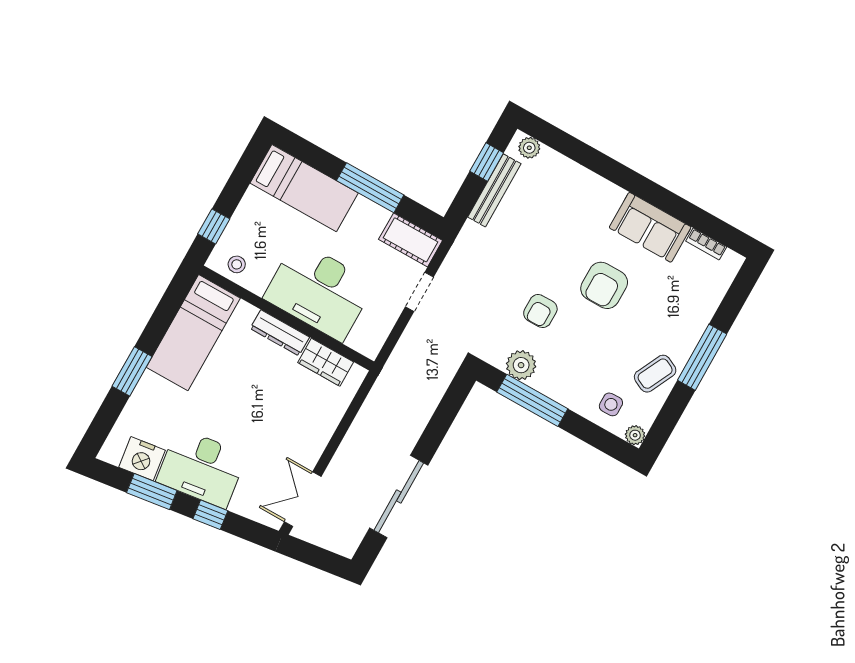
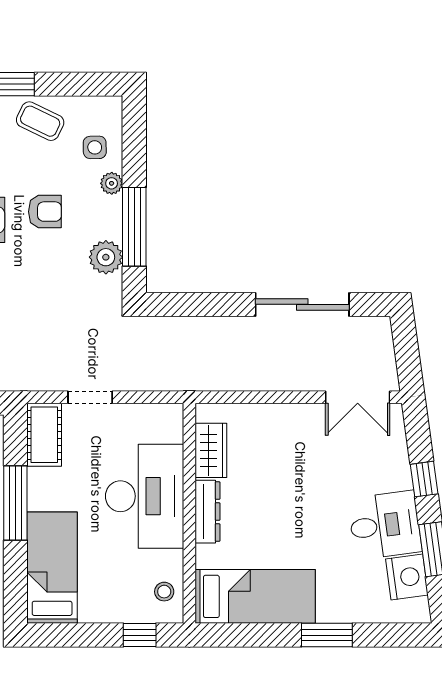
armchair: (540, 311) -> (45, 212), moved
plant: (635, 435) -> (112, 183), moved
desk: (201, 468) -> (385, 525), width x0.73

